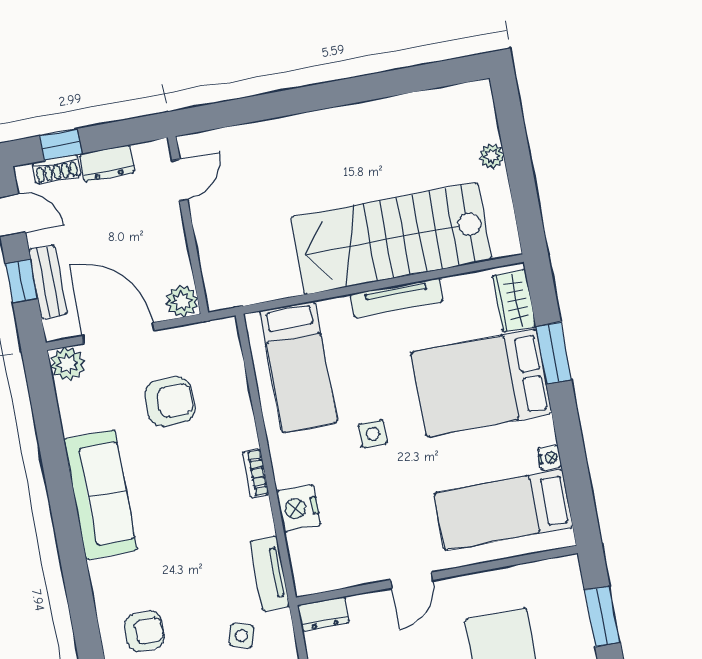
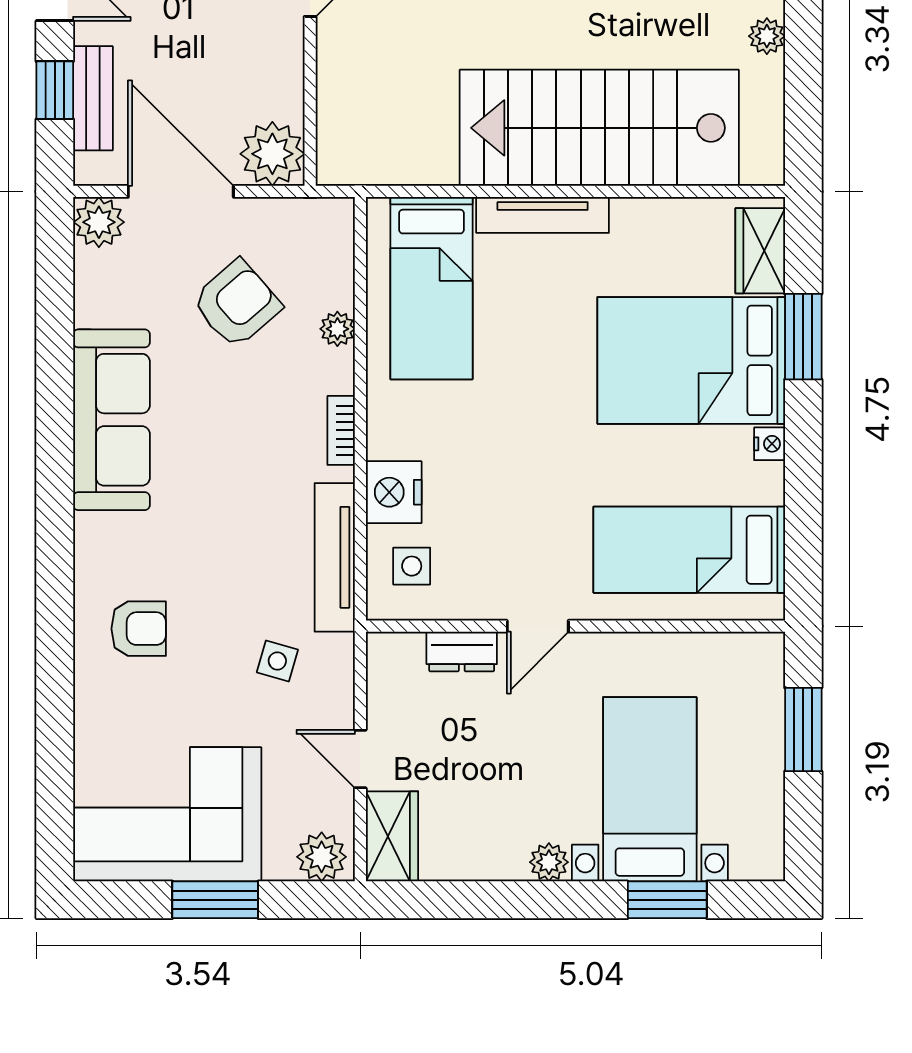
tv unit: (397, 298) -> (543, 215), moved
plant: (182, 301) -> (272, 154), width x1.36, depth x1.36
armchair: (170, 401) -> (237, 304), turned -41
plant: (241, 406) -> (337, 329), added
side table: (373, 434) -> (412, 566), moved
nightstand: (550, 458) -> (770, 444), moved
tv unit: (270, 574) -> (335, 557), width x1.41
dresser: (323, 614) -> (462, 651), moved

